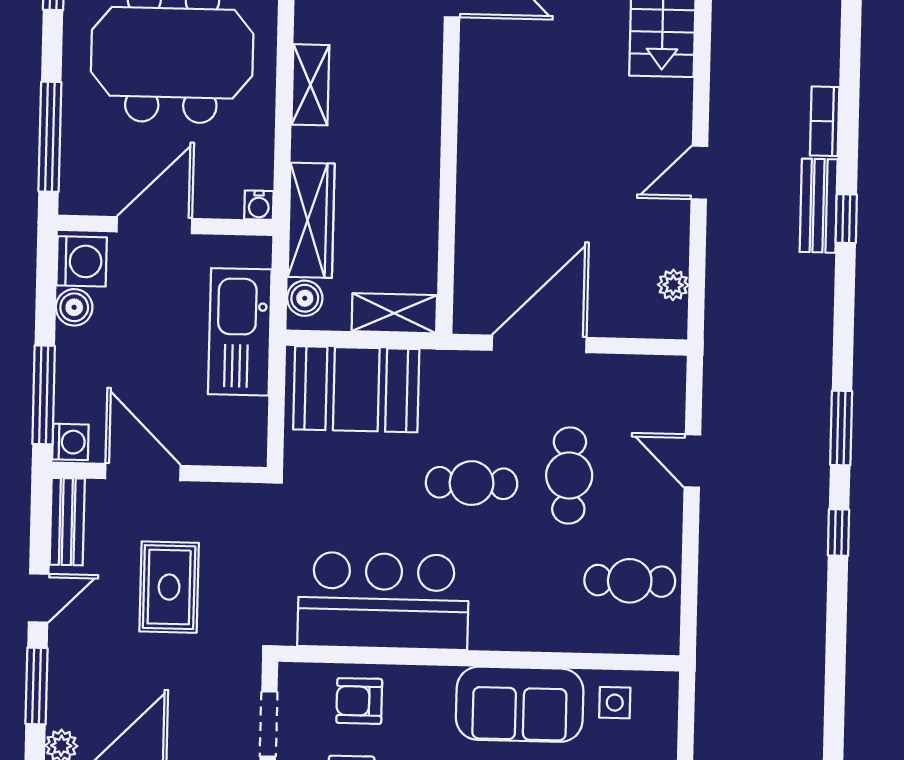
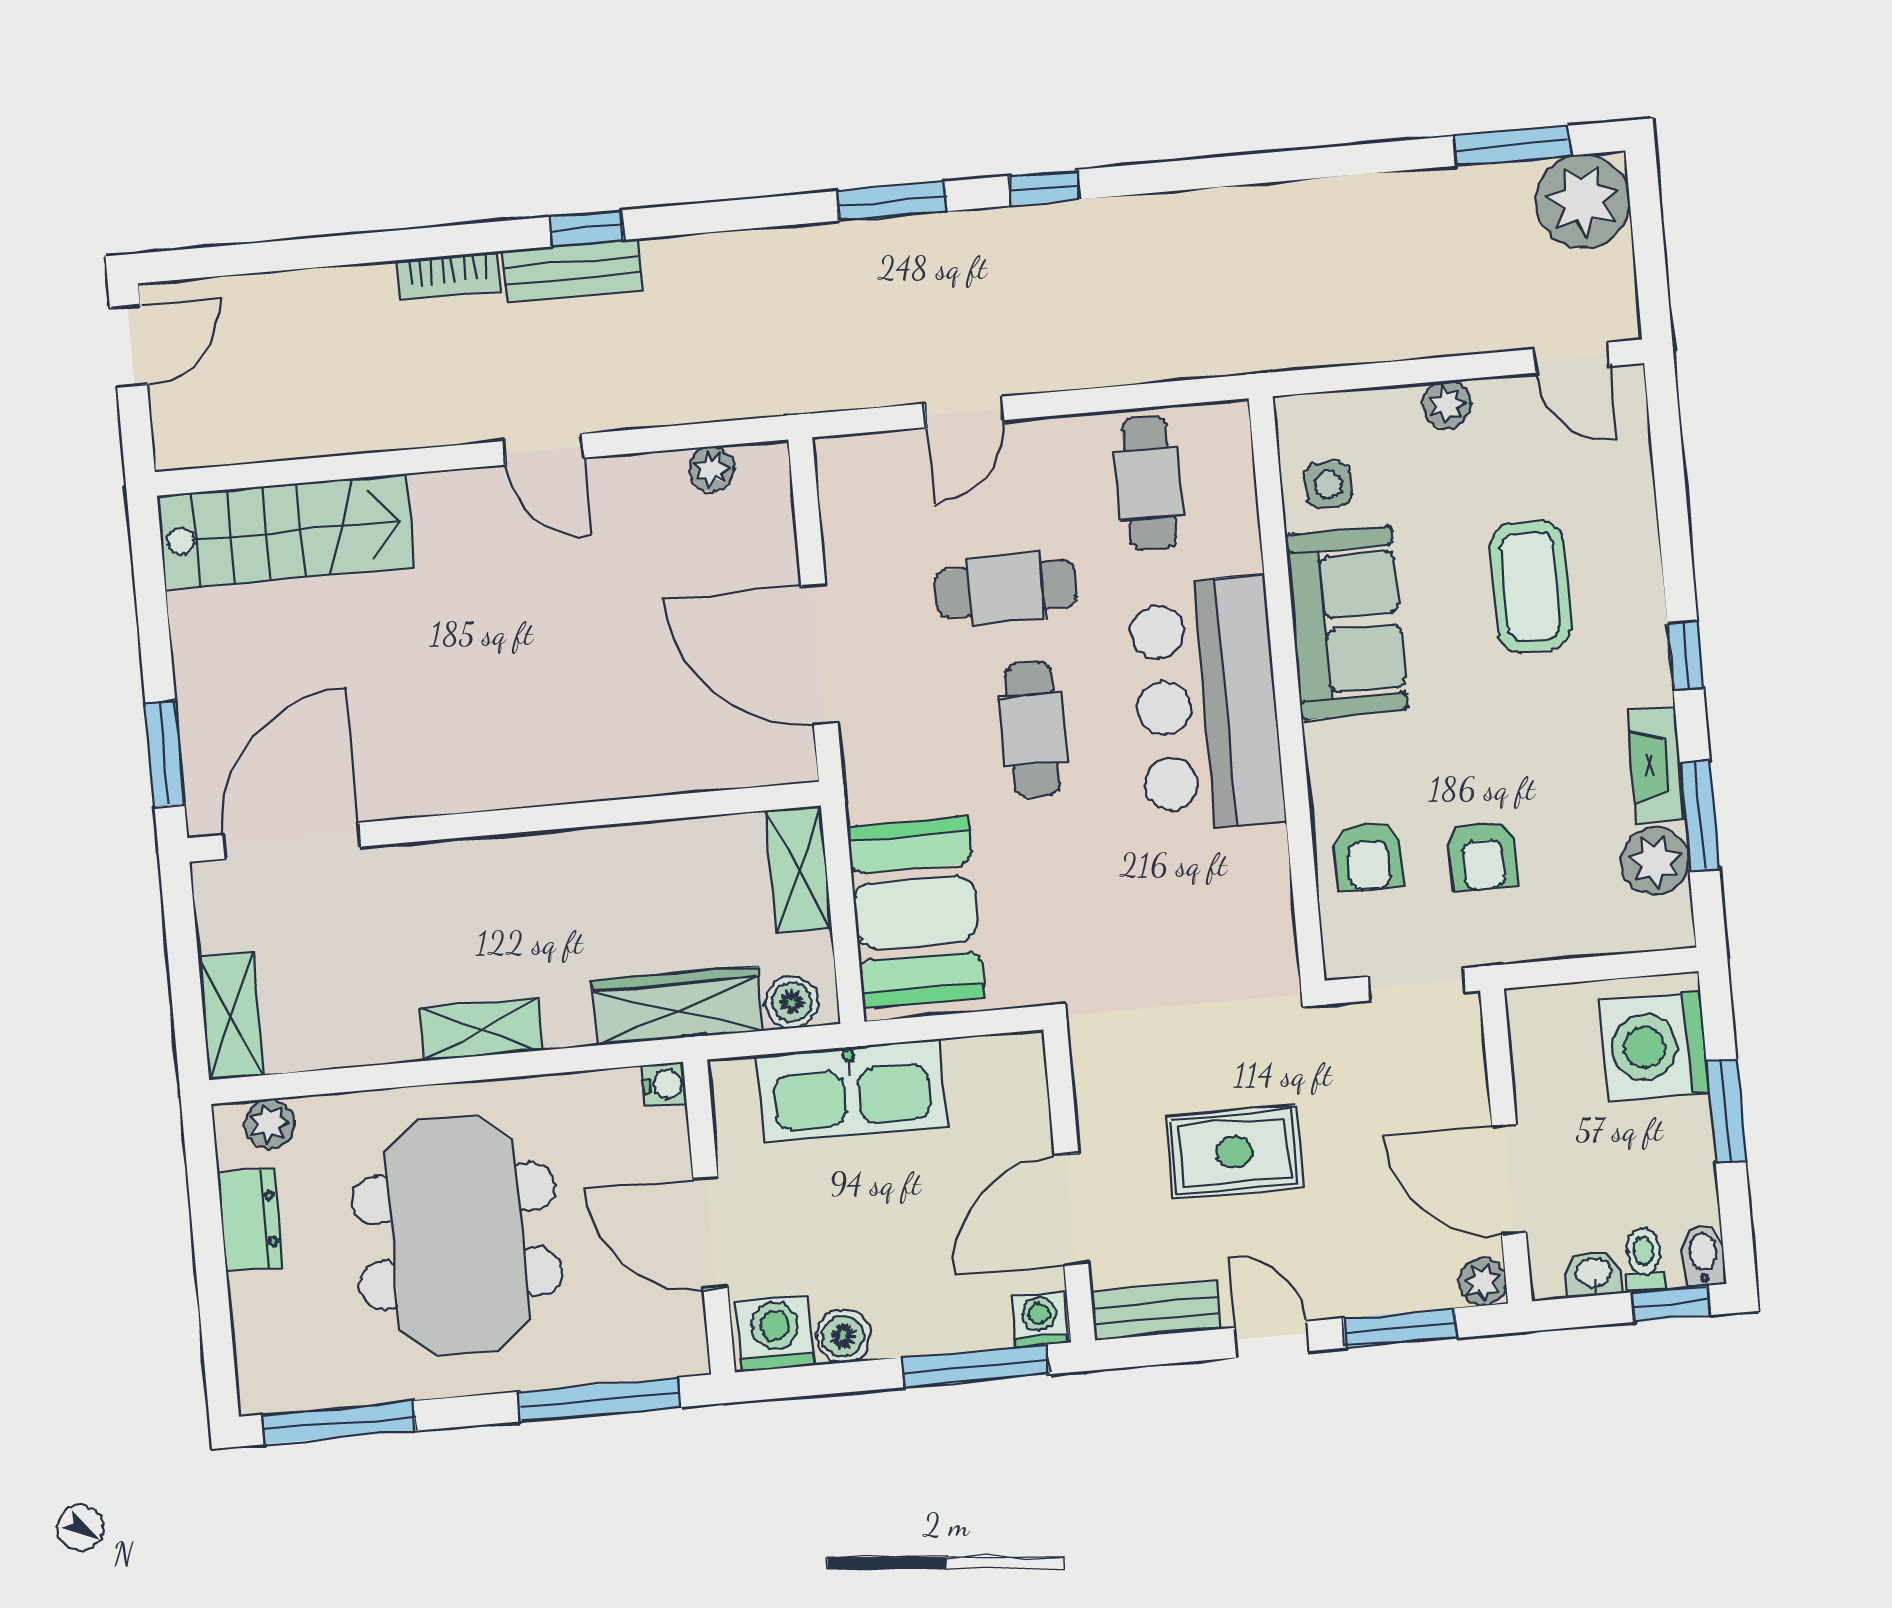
bar counter: (383, 601) -> (1207, 704), moved

